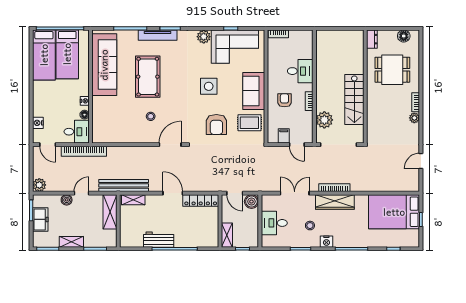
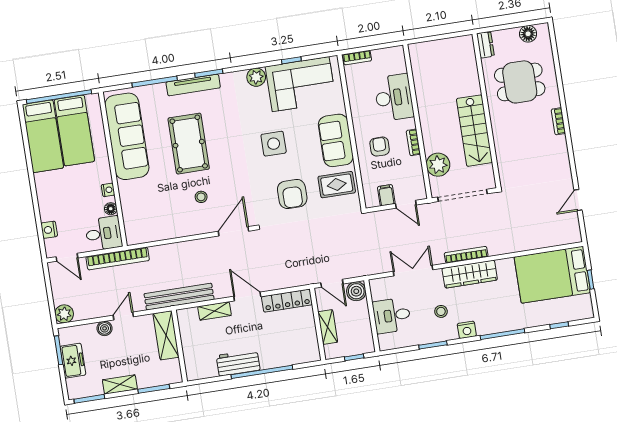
desk: (300, 71) -> (394, 97), width x1.37
plant: (414, 118) -> (560, 143), removed
shelving: (133, 200) -> (214, 311), moved
shelving: (227, 235) -> (328, 327), moved

